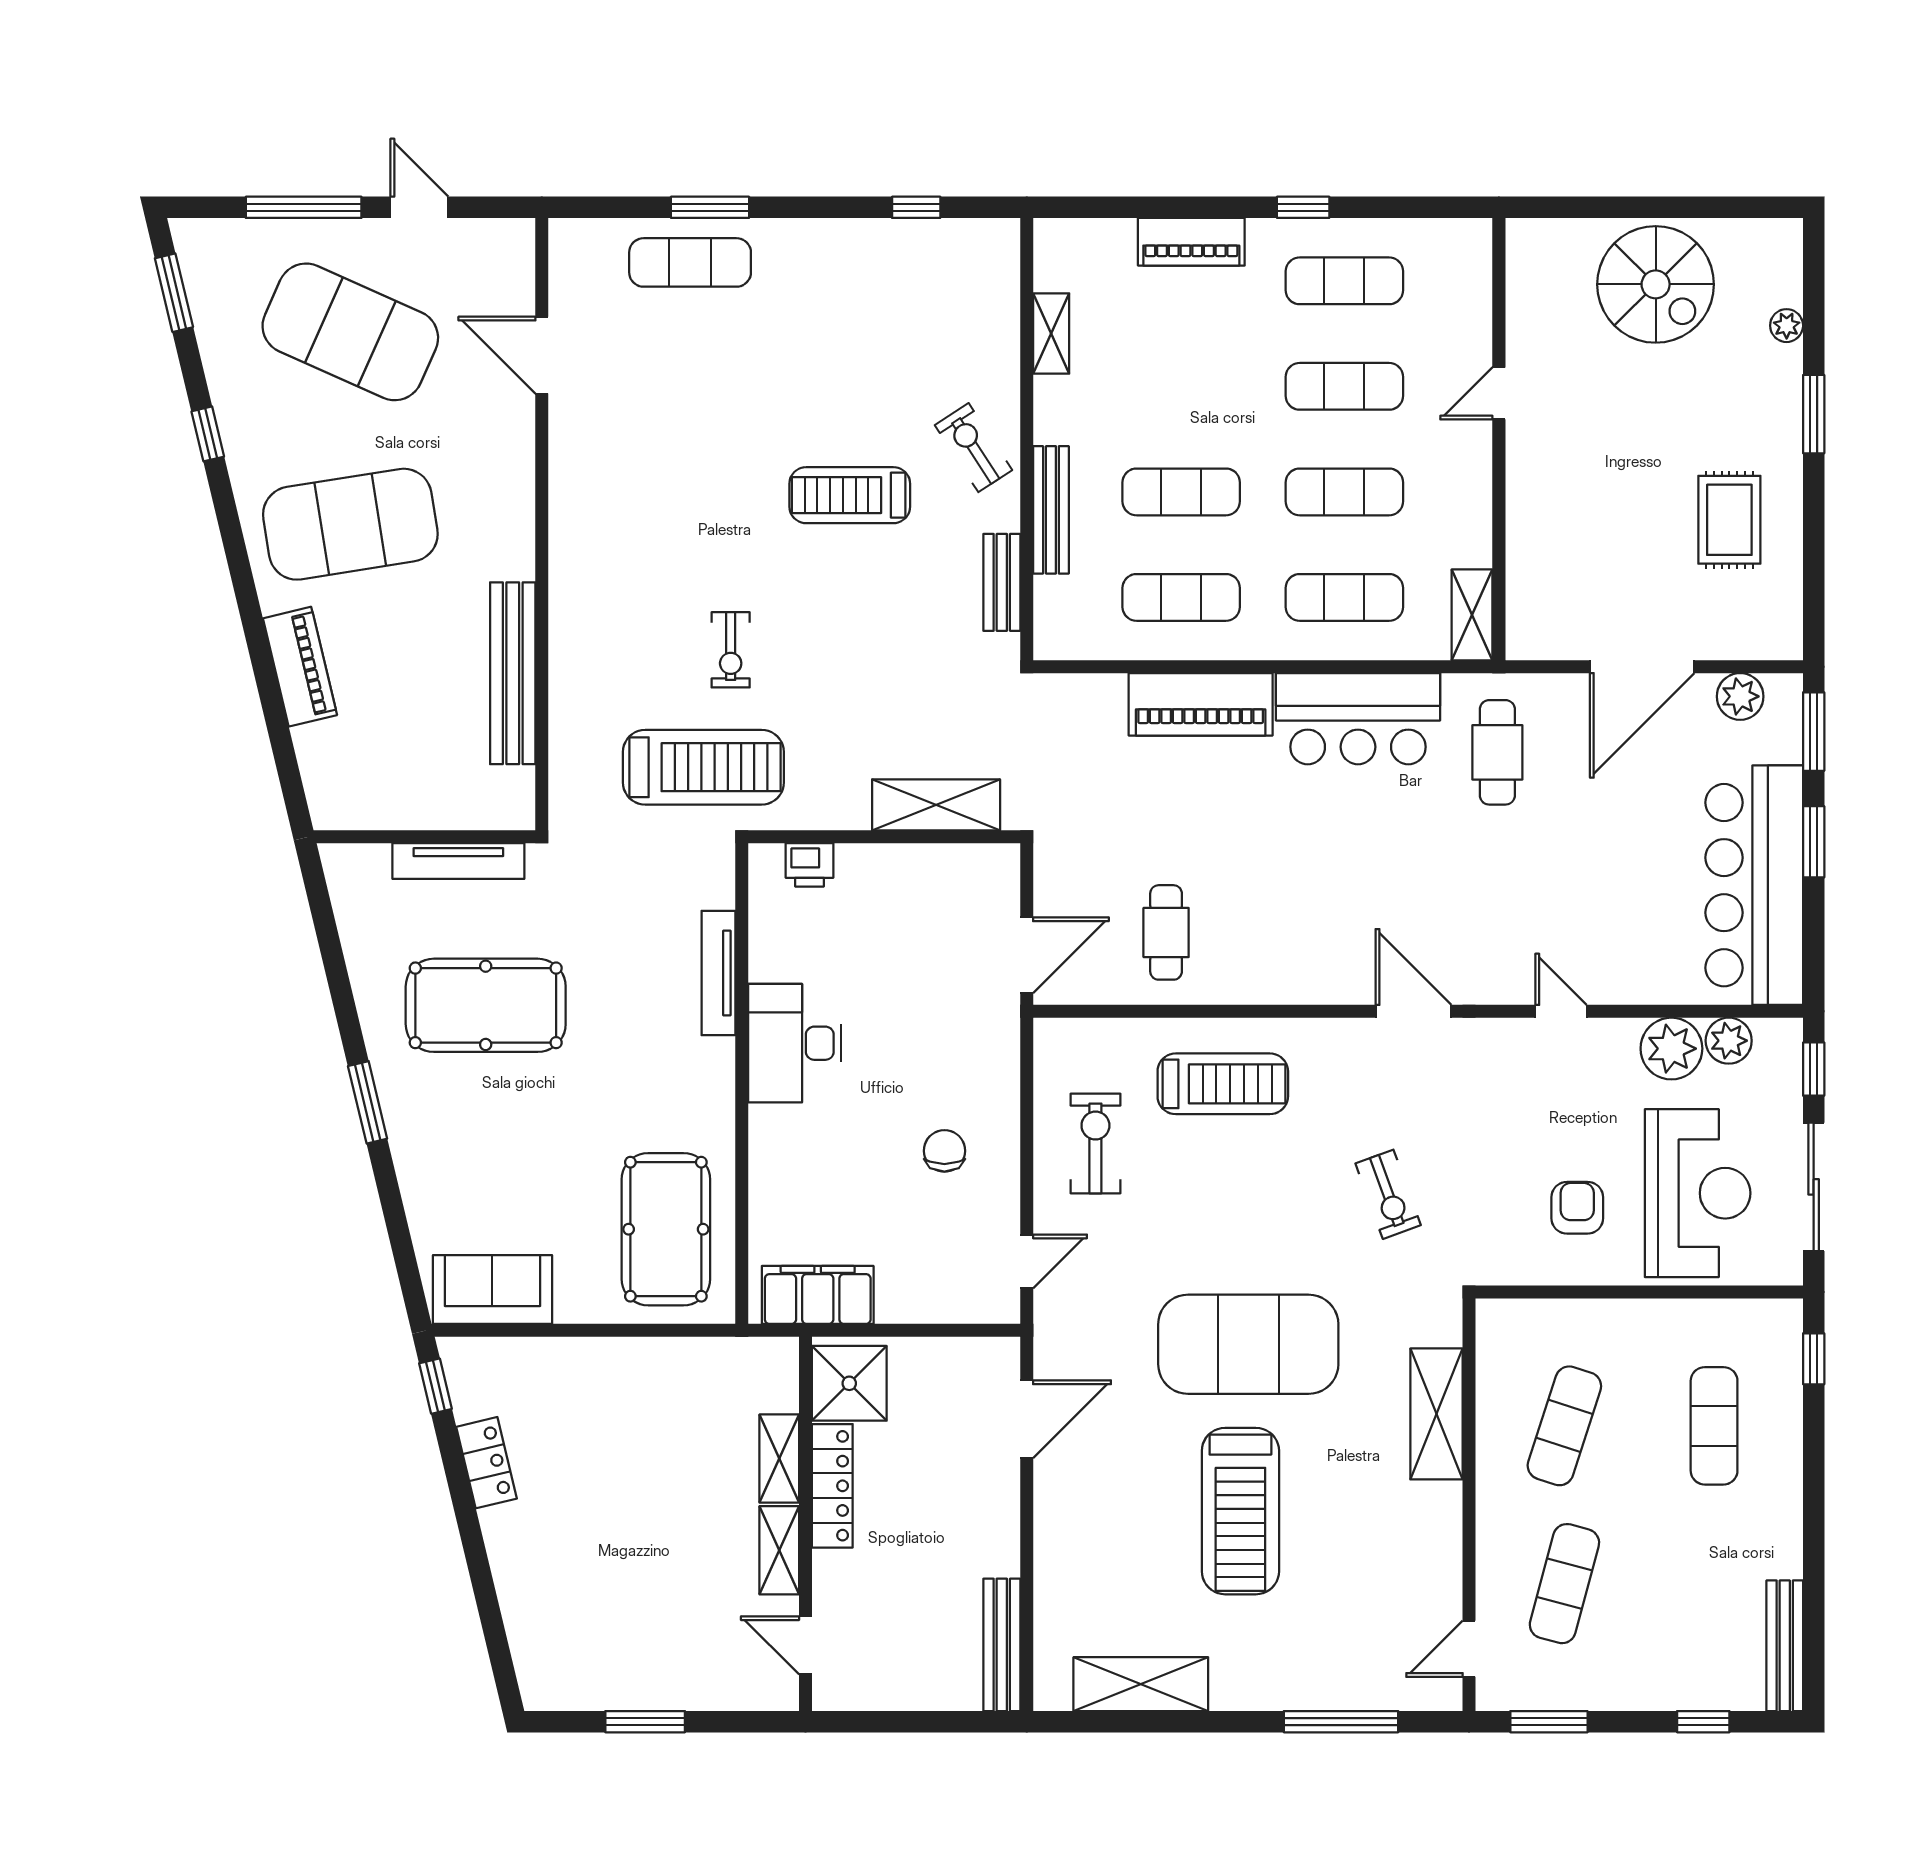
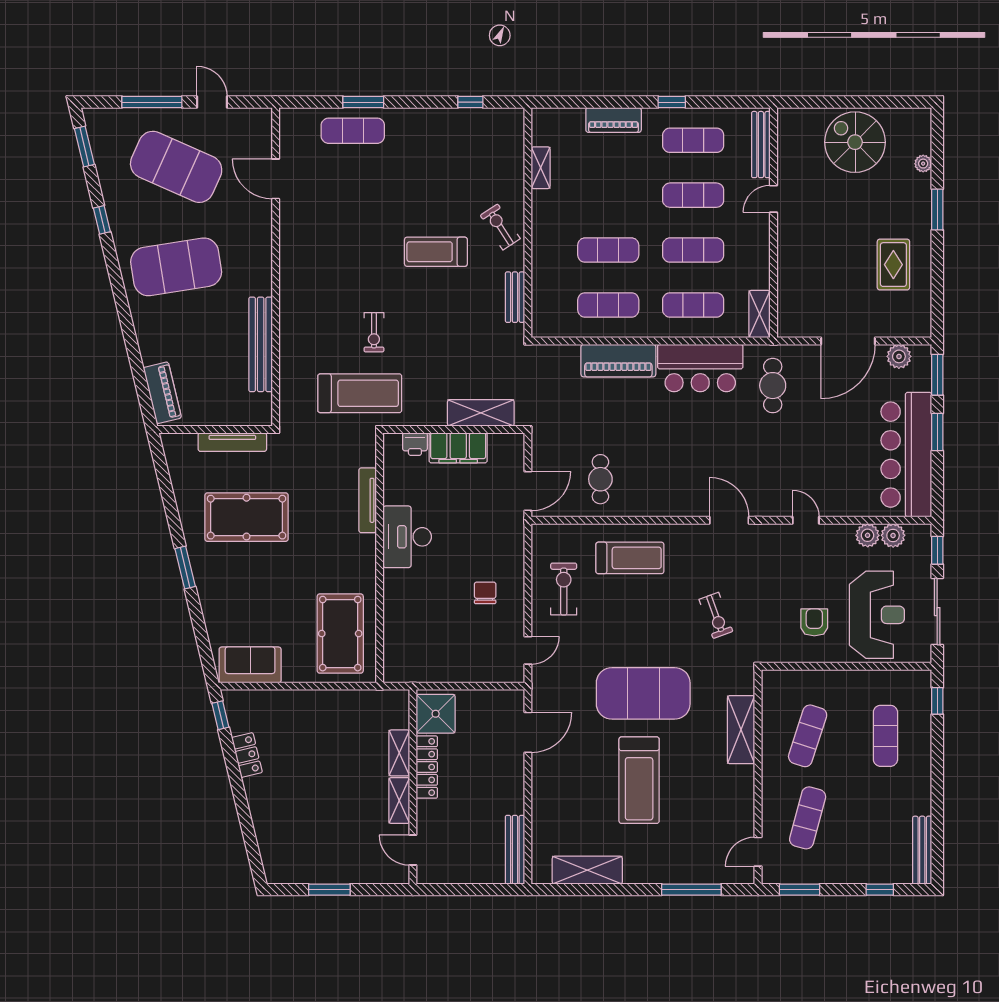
spiral stairs: (1656, 284) -> (855, 142), turned 180
bench: (1051, 510) -> (761, 145), moved
piano: (300, 667) -> (162, 393), moved
plant: (1671, 1049) -> (868, 535), width x0.73, depth x0.73
filing cabinet: (818, 1295) -> (458, 448), moved, turned 180

